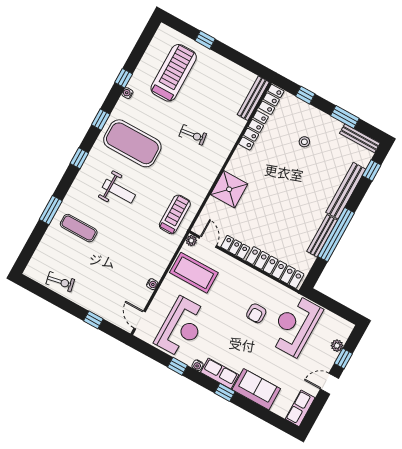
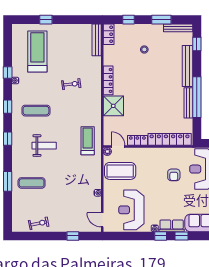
locker: (253, 130) -> (108, 80), moved
exercise mat: (132, 143) -> (36, 111), width x0.50, depth x0.69
reception desk: (181, 327) -> (131, 210), turned 180
window: (178, 366) -> (161, 236), moved

